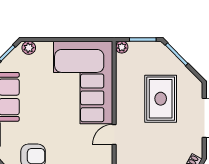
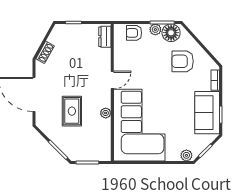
plant: (122, 47) -> (106, 113), moved
rug: (161, 99) -> (72, 111), width x0.73, depth x0.70

